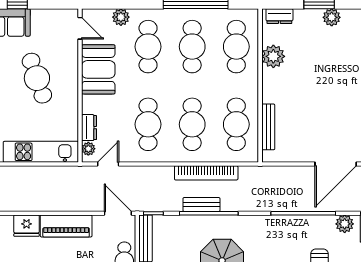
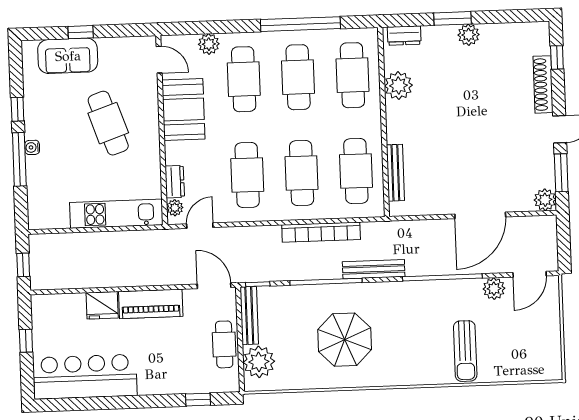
bench: (201, 204) -> (374, 269), moved, width x1.36

